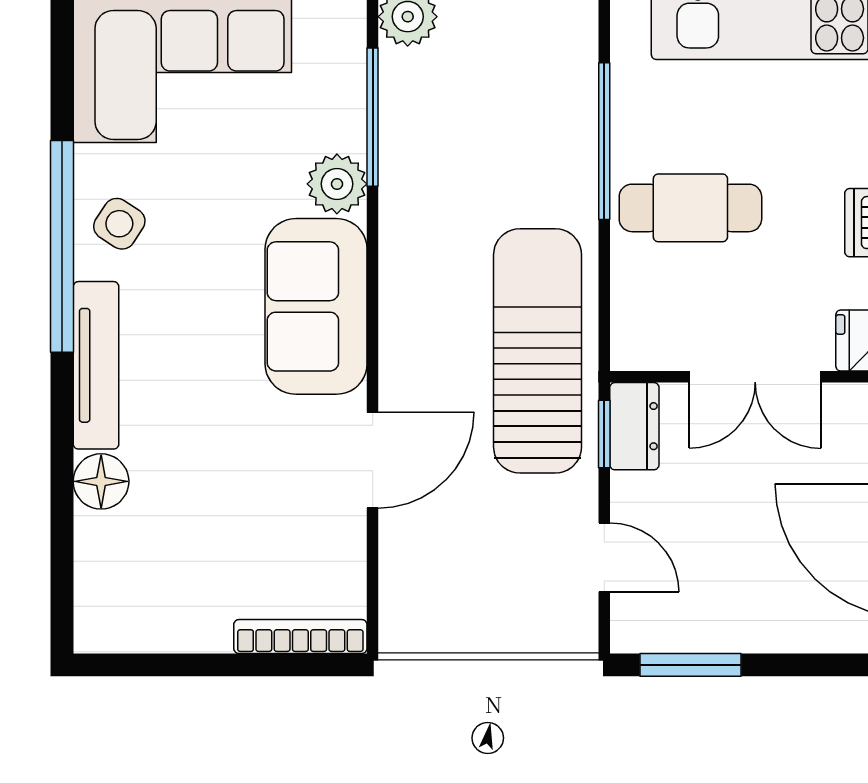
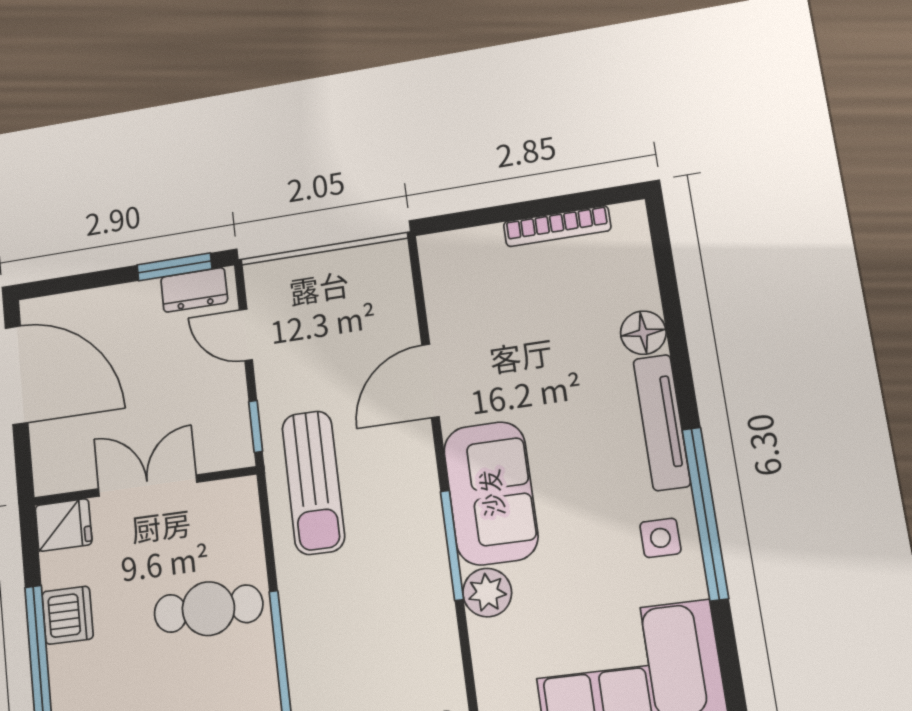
window: (373, 117) -> (452, 545), moved
side table: (119, 224) -> (660, 538), turned -33
sun lounger: (538, 351) -> (313, 482), width x0.73, depth x0.75
dresser: (634, 426) -> (194, 290), moved, turned -90
bookcase: (300, 637) -> (557, 226), moved

